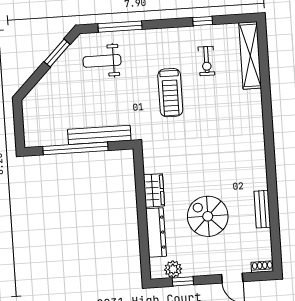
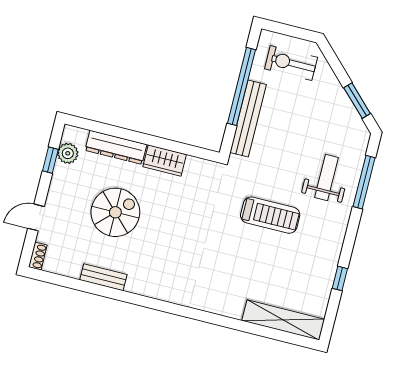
weight bench: (102, 61) -> (326, 178), moved
exercise bike: (206, 61) -> (291, 63), moved, width x1.38, depth x1.39
treadmill: (170, 93) -> (270, 215), turned 180

